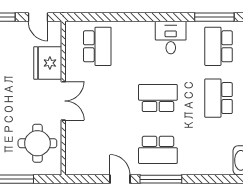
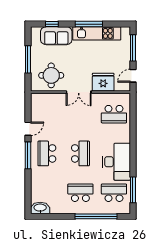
desk: (171, 38) -> (116, 162), width x1.87, depth x1.30

